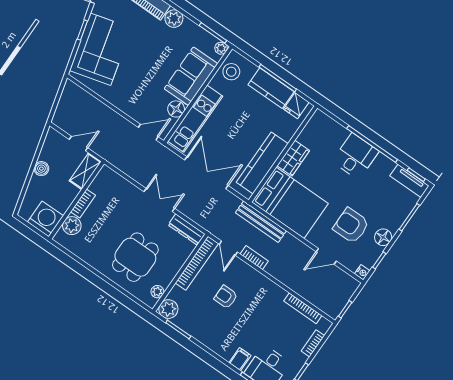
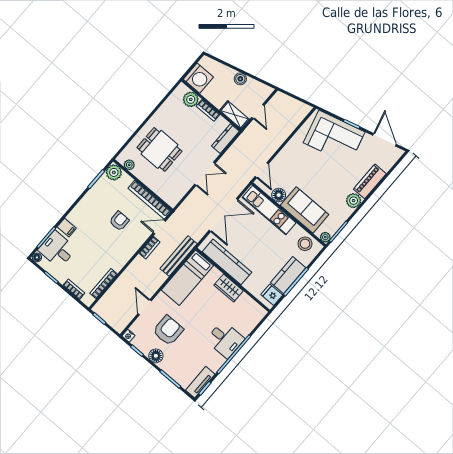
bed: (290, 203) -> (187, 278), width x0.67
dresser: (187, 230) -> (225, 139), moved

